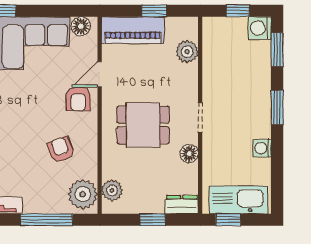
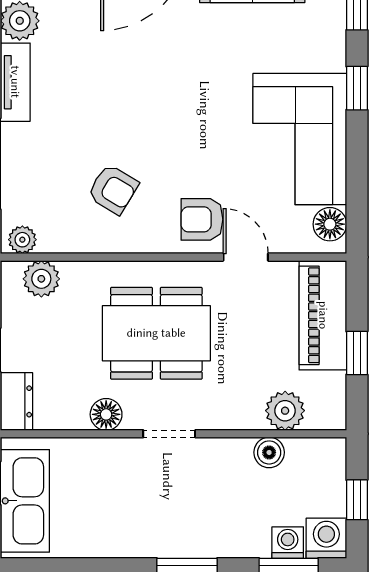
boiler: (211, 61) -> (269, 452), added
dining table: (143, 125) -> (156, 333), width x1.38
washing machine: (262, 148) -> (288, 543), moved
armchair: (61, 150) -> (113, 189), turned 51
plant: (83, 194) -> (22, 240), width x0.53, depth x0.53

